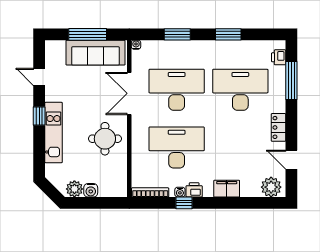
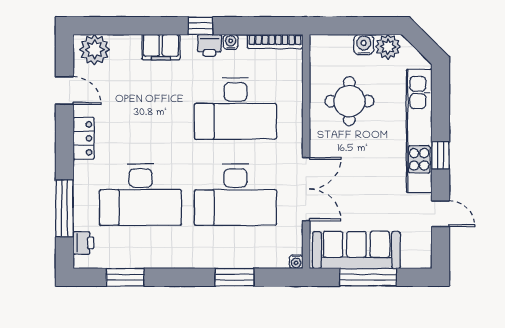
window: (228, 34) -> (125, 277), moved
kitchen unit: (54, 132) -> (419, 131), width x1.36
round table: (105, 139) -> (349, 101), moved
window: (184, 203) -> (200, 26), moved

